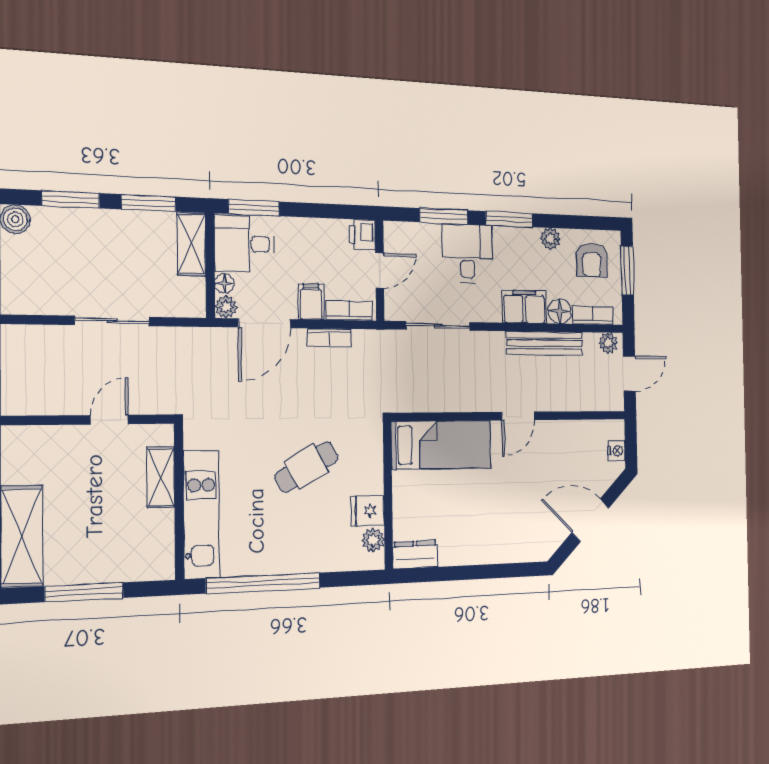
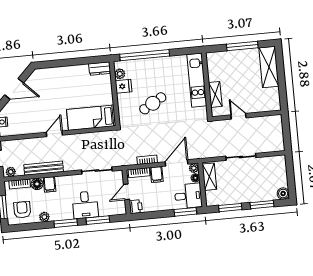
shelving: (191, 244) -> (209, 177), moved
filing cabinet: (524, 307) -> (50, 184), width x0.50
door: (109, 420) -> (238, 116), swing flipped
window: (263, 583) -> (145, 55), moved

